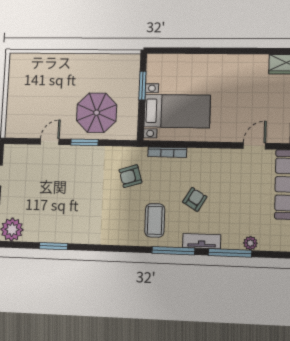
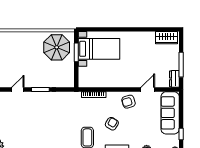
bed with nightstands: (177, 111) -> (99, 49), moved
parasol: (97, 113) -> (57, 47), moved
armchair: (130, 176) -> (128, 102), moved

